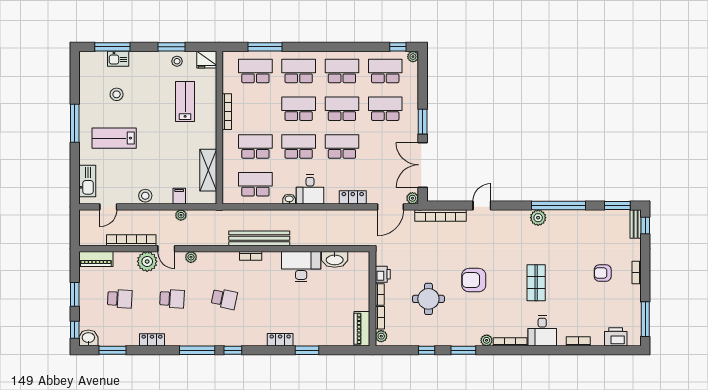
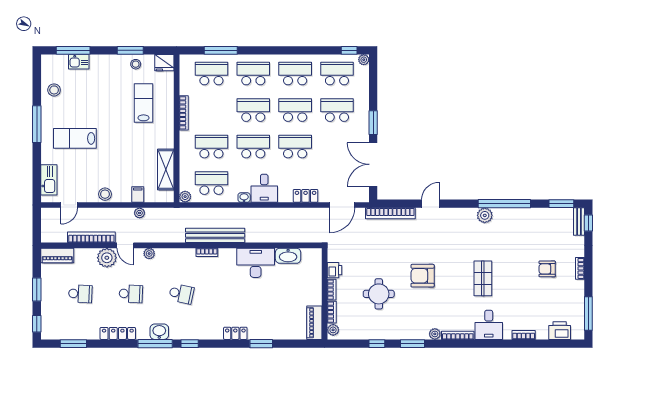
stool: (117, 94) -> (54, 90), moved
plant: (412, 198) -> (185, 197), moved
washbasin: (88, 338) -> (159, 332), moved
locker: (152, 340) -> (118, 333), width x1.53

